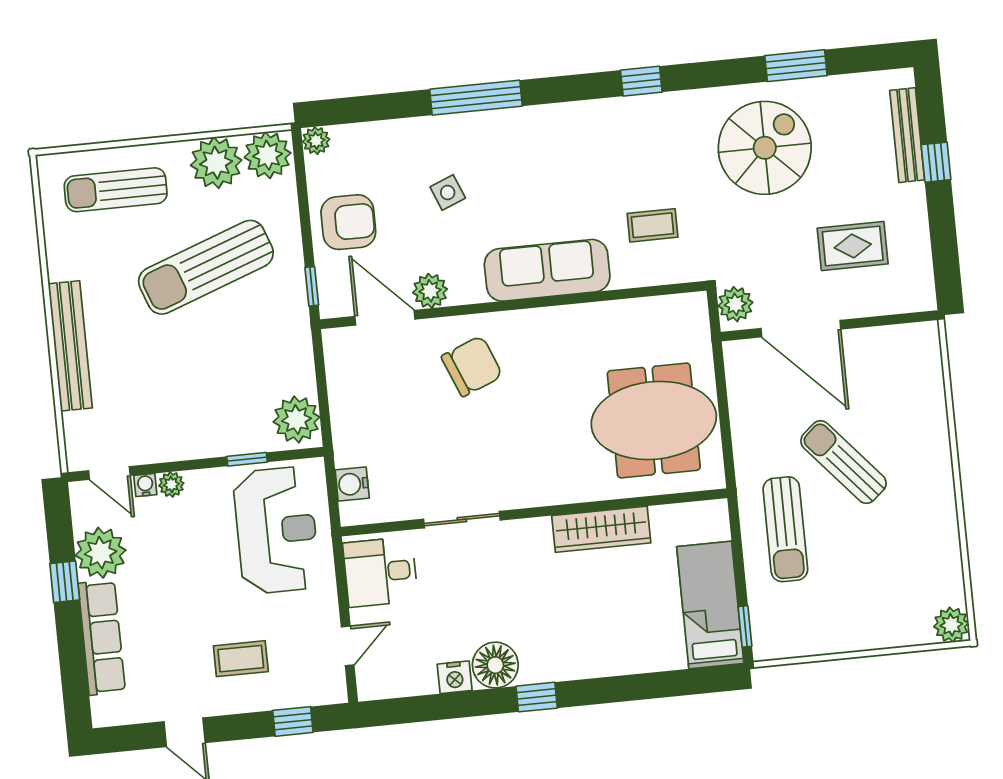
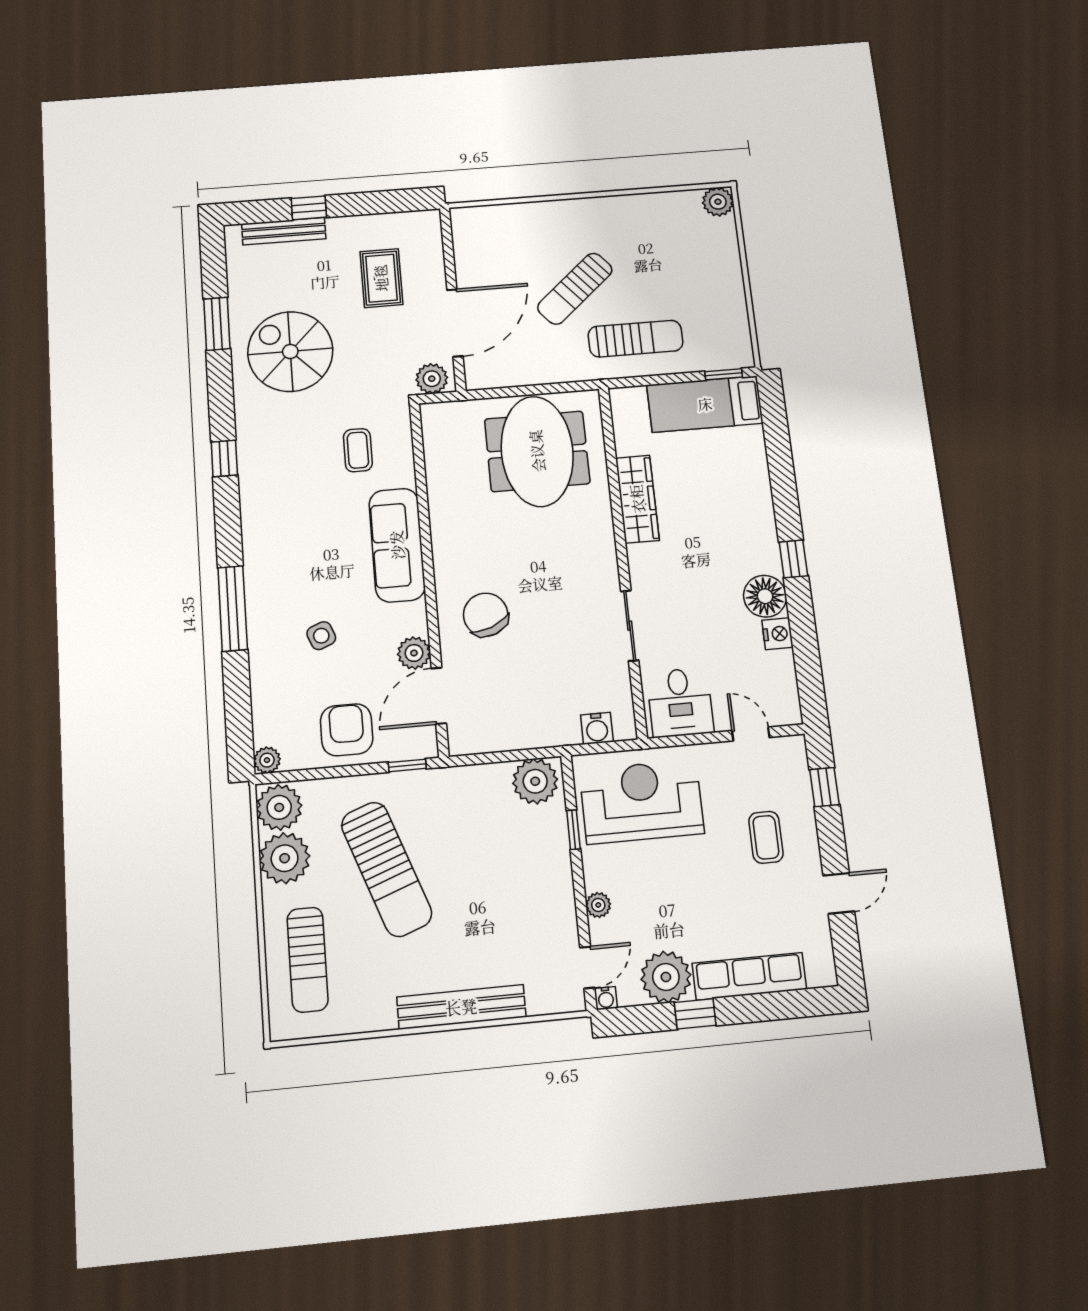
water cooler: (145, 485) -> (606, 998), moved, turned -90

